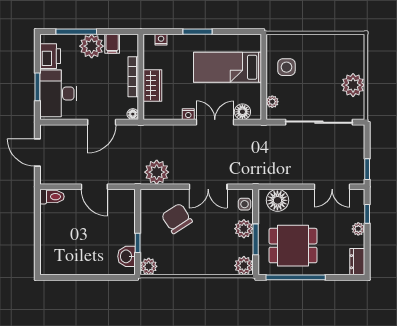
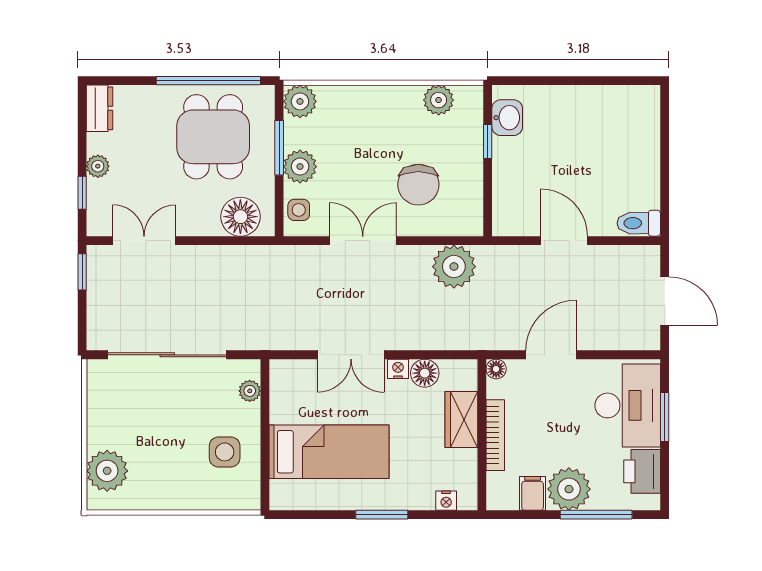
plant: (353, 85) -> (107, 471), moved
floor lamp: (242, 112) -> (425, 373), moved
chair: (177, 218) -> (418, 185), turned 33
dining table: (293, 246) -> (213, 137), turned 90
plant: (149, 266) -> (439, 100), moved

